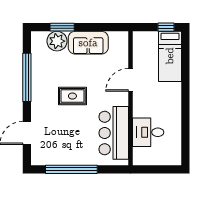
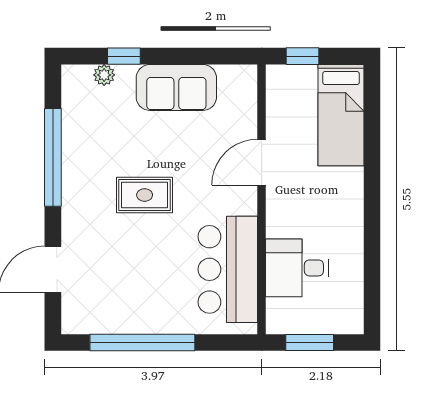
window: (62, 27) -> (124, 56), width x0.67
window: (166, 27) -> (303, 56), moved
plant: (57, 41) -> (104, 75), width x0.53, depth x0.53
window: (154, 169) -> (310, 343), added

